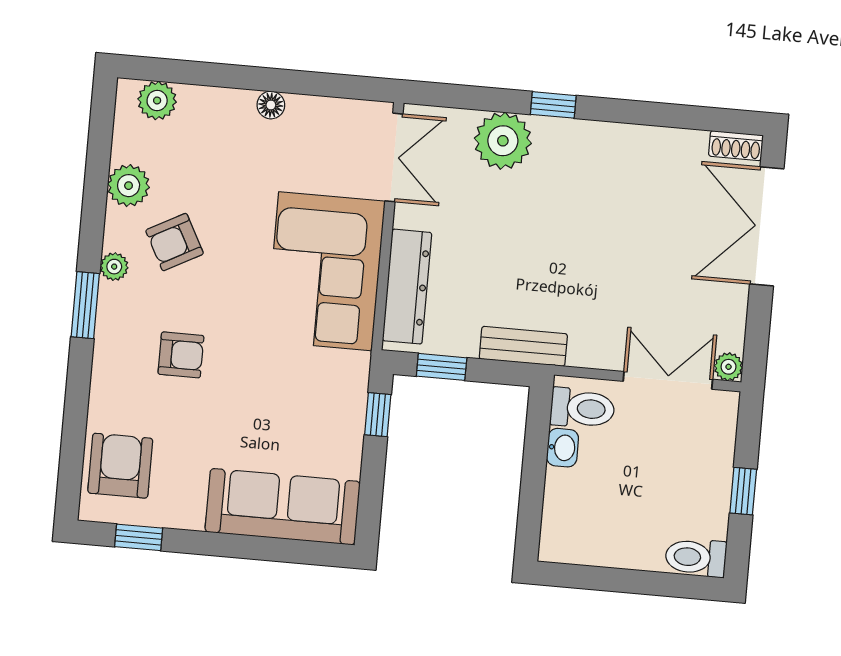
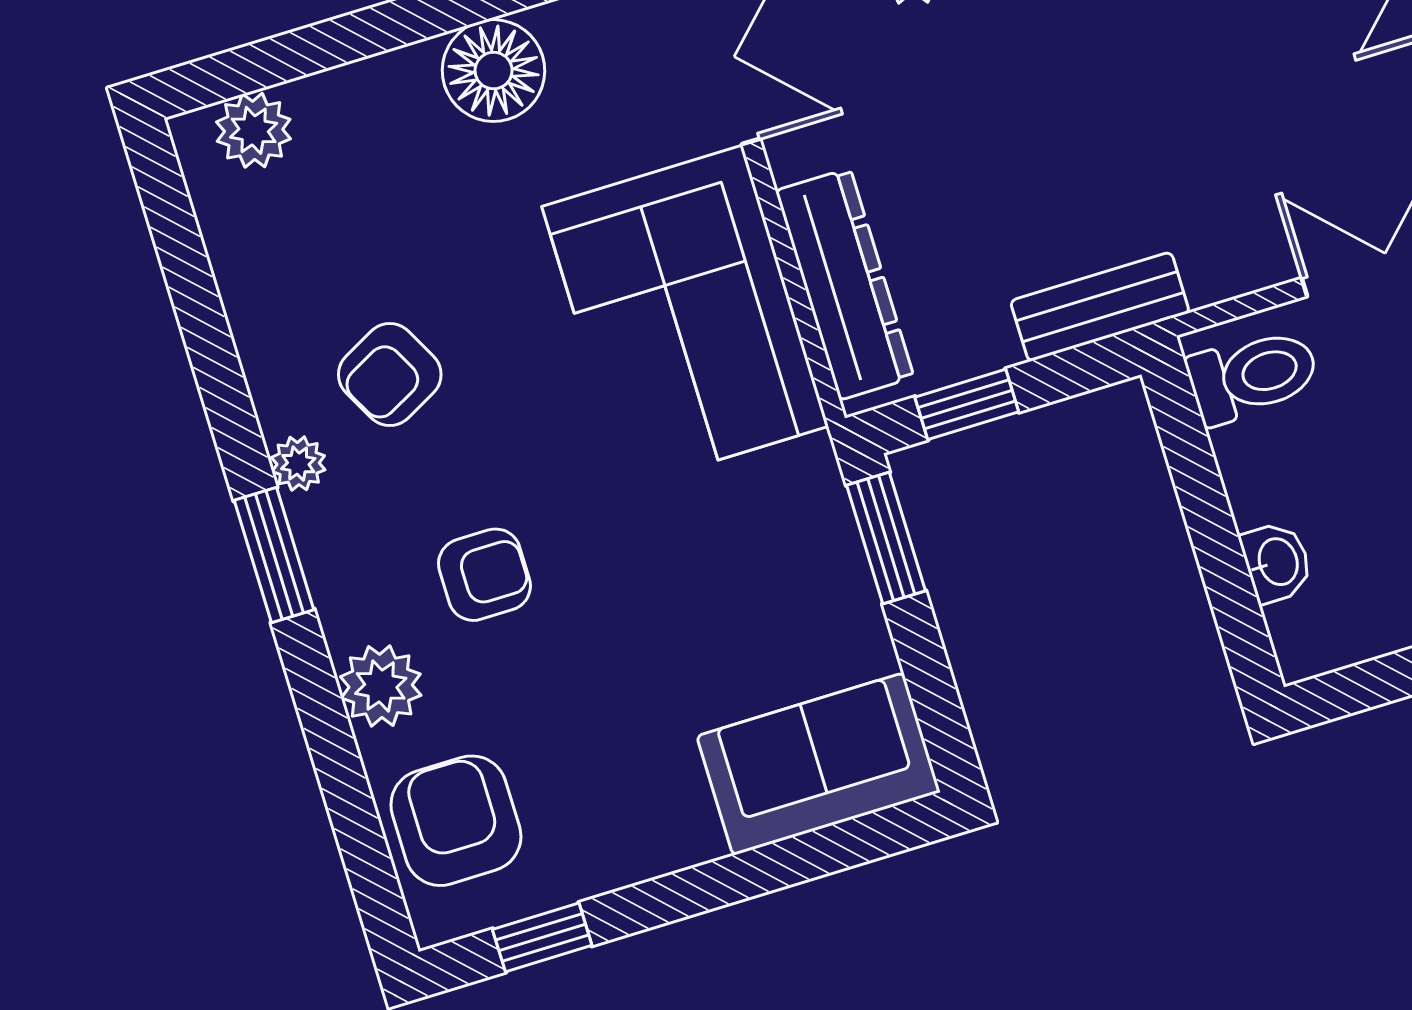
floor lamp: (271, 105) -> (494, 71), width x1.89, depth x1.89
plant: (129, 186) -> (381, 686), moved
window: (378, 415) -> (886, 538), width x1.50
washbasin: (563, 448) -> (1277, 562), moved
sofa: (283, 507) -> (818, 764), width x0.73

